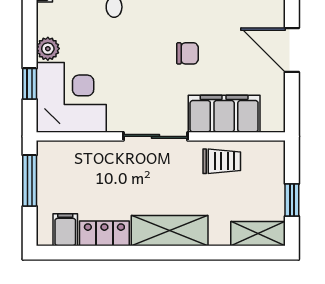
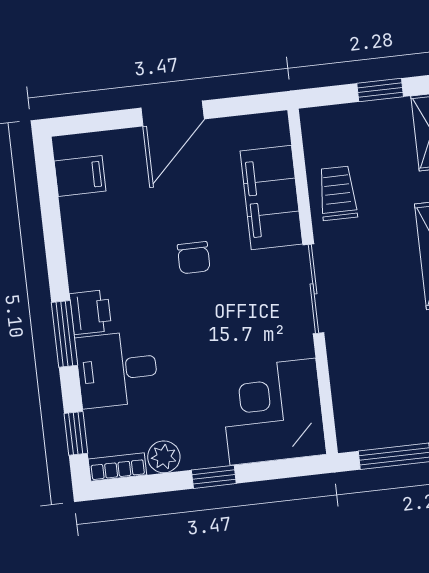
plant: (48, 49) -> (164, 457), moved
chair: (187, 53) -> (194, 258), turned 180
window: (30, 84) -> (214, 477), moved

